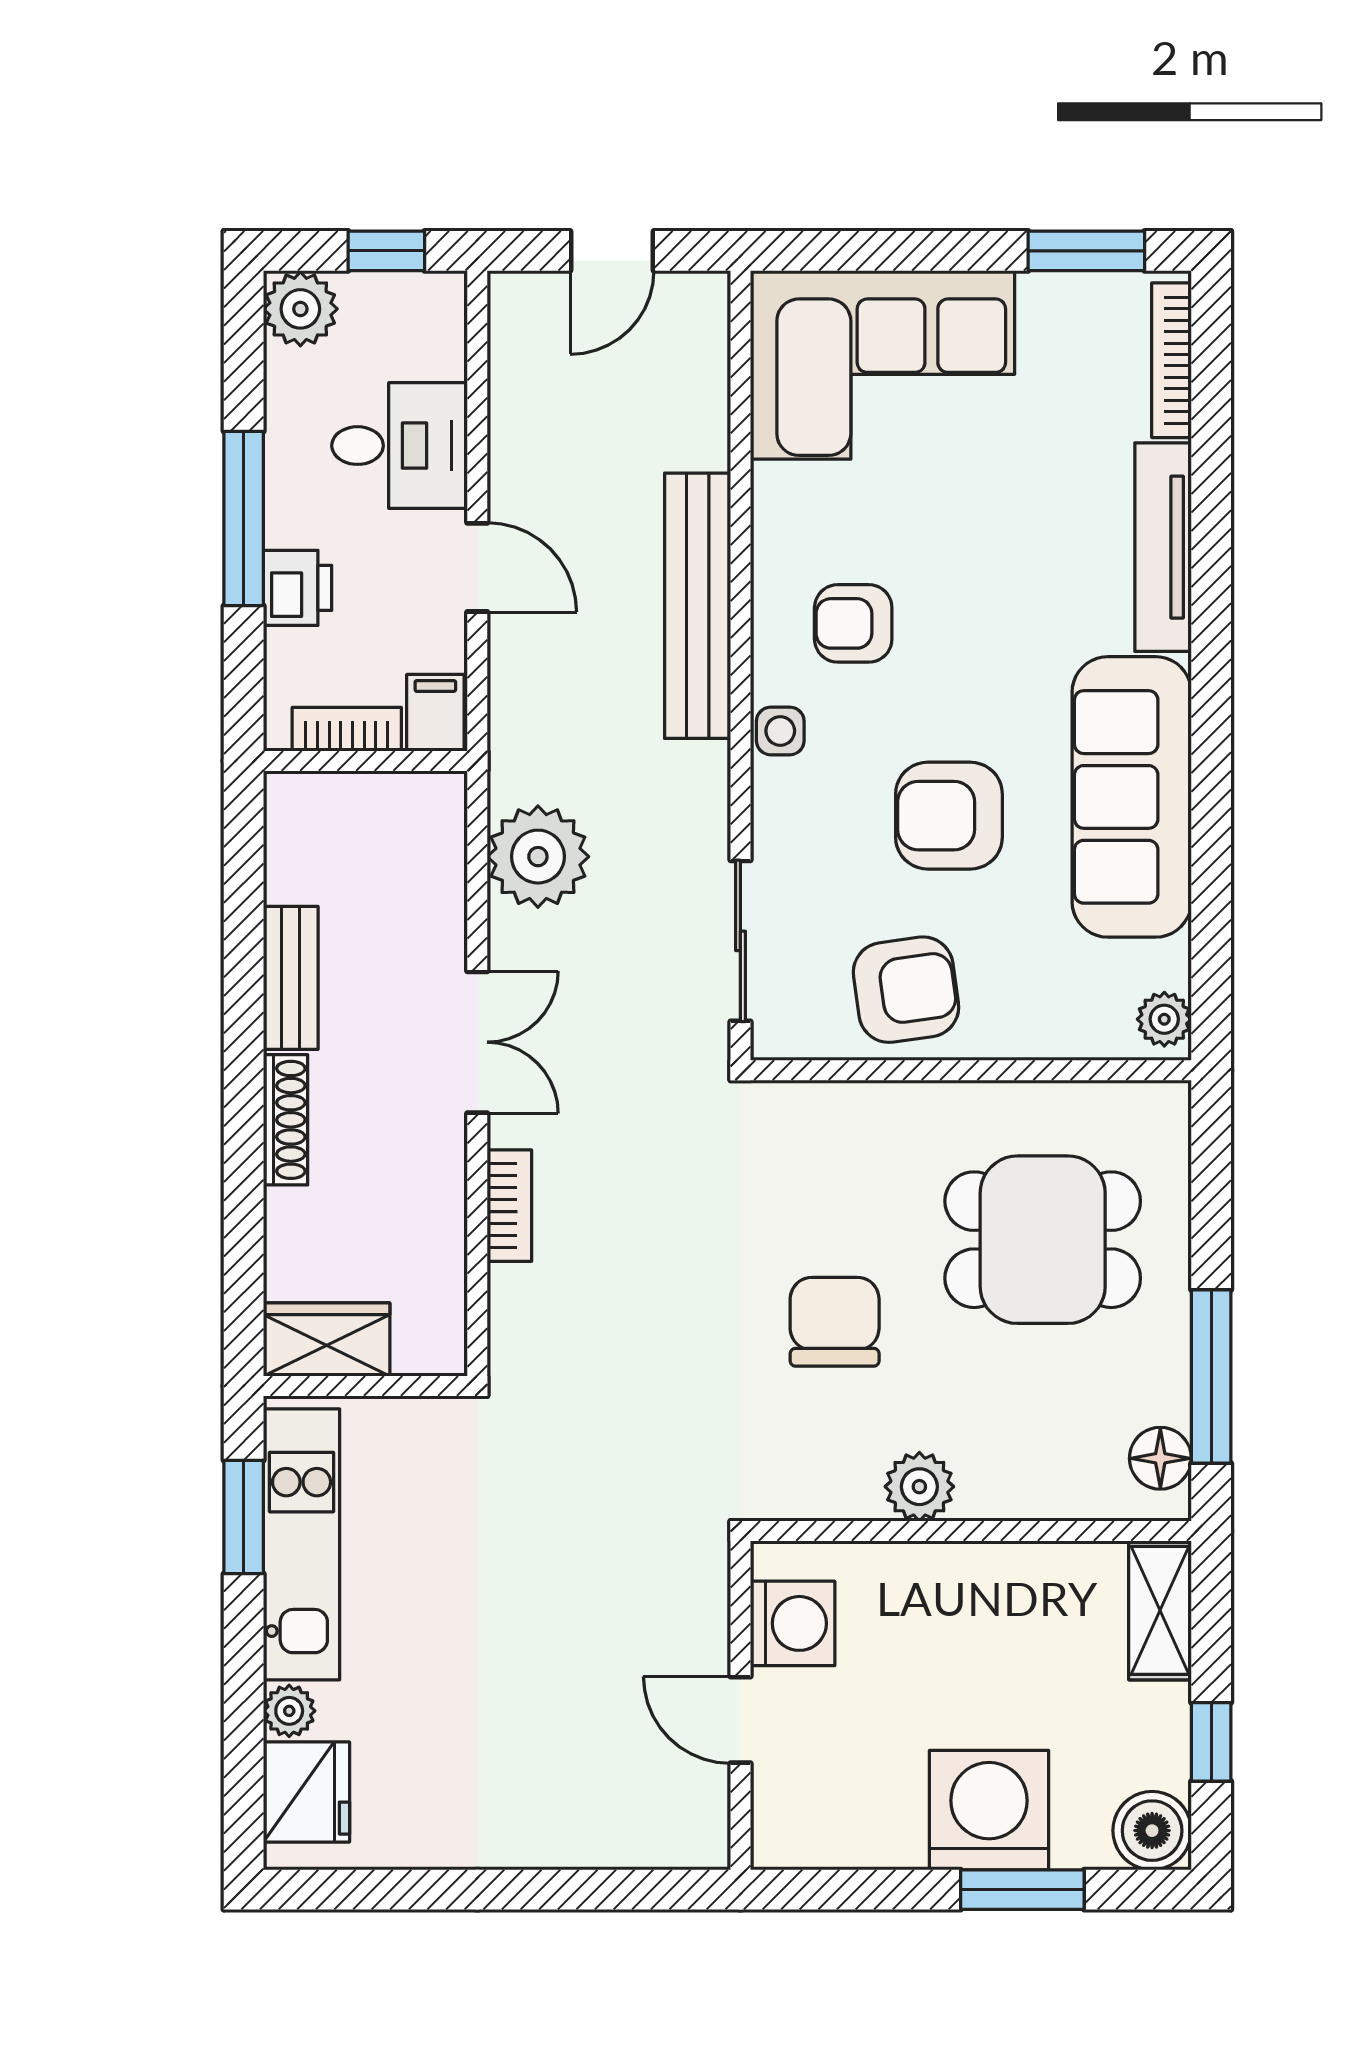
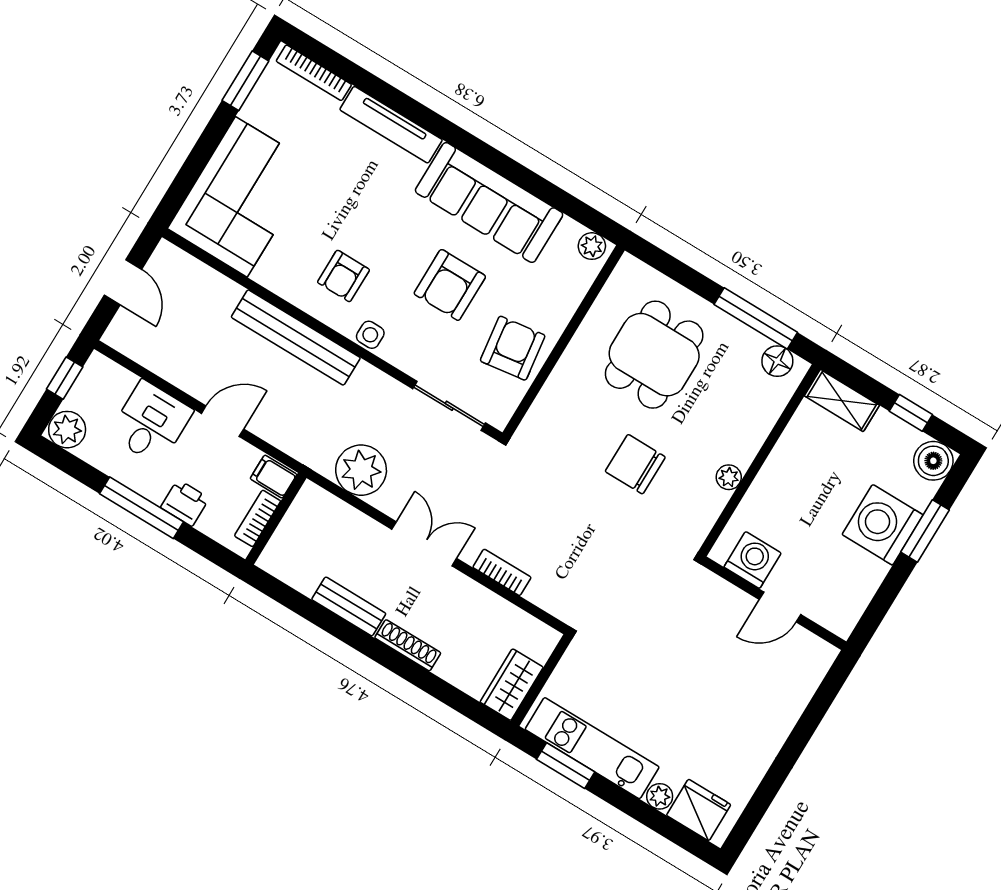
plant: (919, 1487) -> (729, 477), width x0.73, depth x0.73

